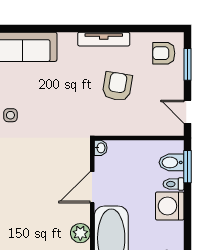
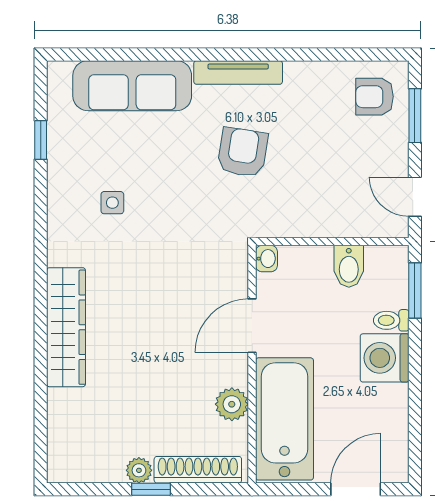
tv unit: (104, 39) -> (238, 72), moved
armchair: (117, 86) -> (243, 152), moved
bidet: (172, 162) -> (349, 266), moved, turned -90

